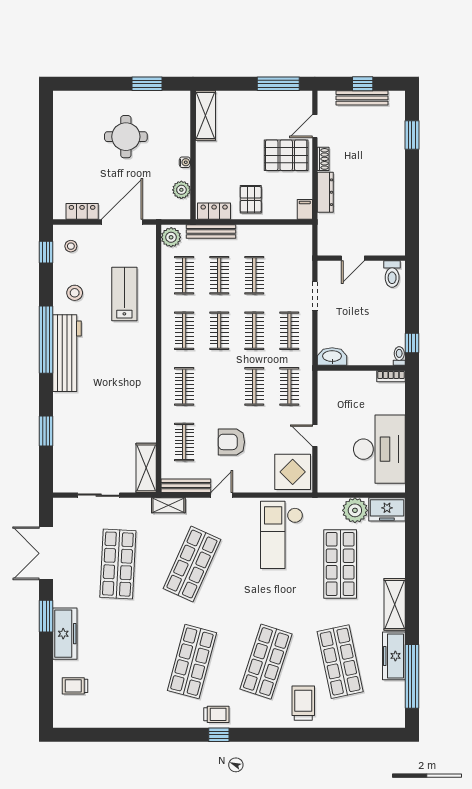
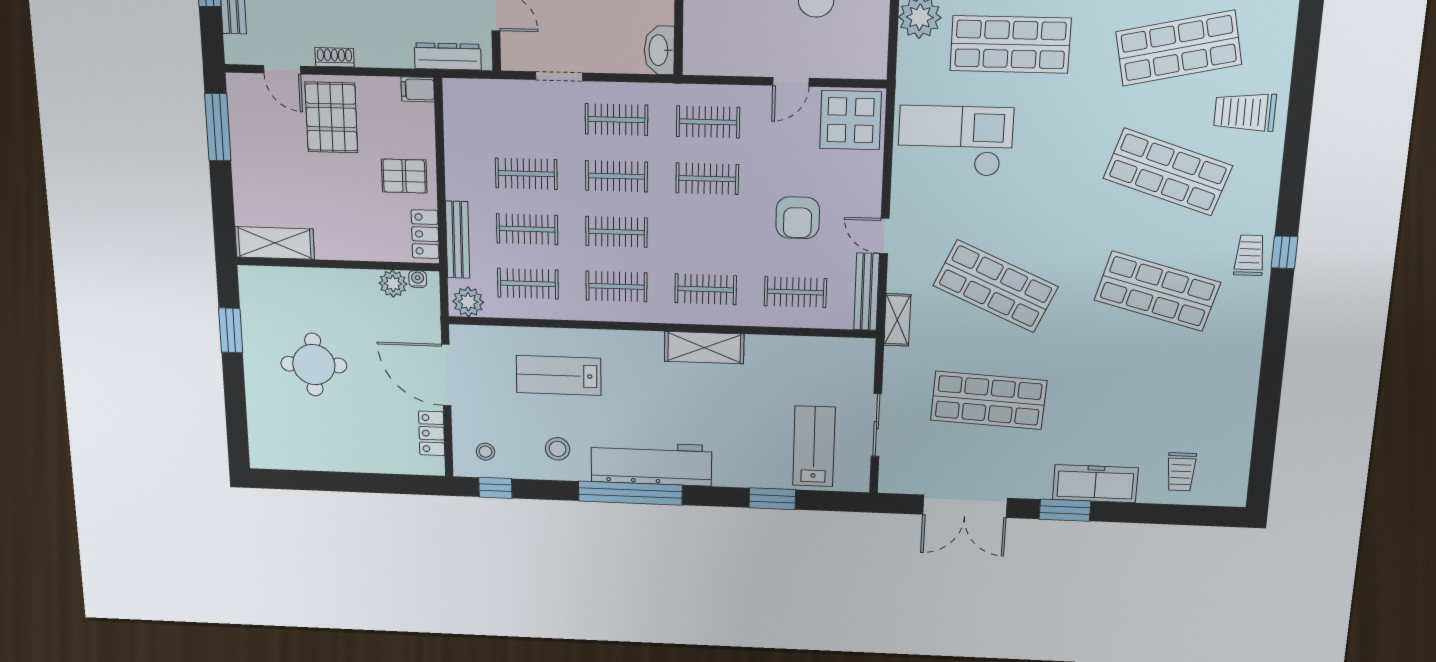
water cooler: (185, 162) -> (418, 279), moved
dresser: (325, 192) -> (448, 56), moved
lab bench: (83, 456) -> (814, 446), added
shelving: (146, 468) -> (704, 348), moved
checkout: (282, 535) -> (955, 141), turned 180

